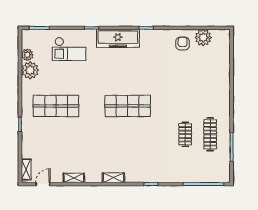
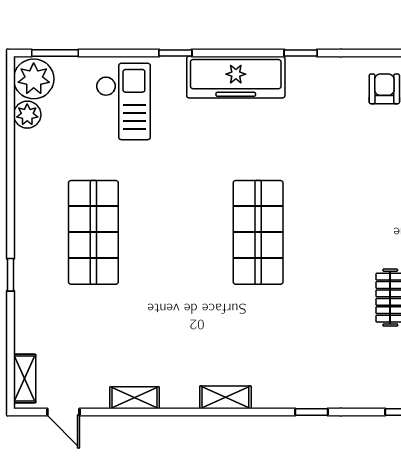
checkout: (69, 49) -> (123, 101), turned -90
plant: (30, 70) -> (34, 79), moved
shop shelf: (56, 106) -> (93, 232), turned 90
shop shelf: (128, 106) -> (258, 232), turned 90
door: (43, 184) -> (63, 412), swing flipped

